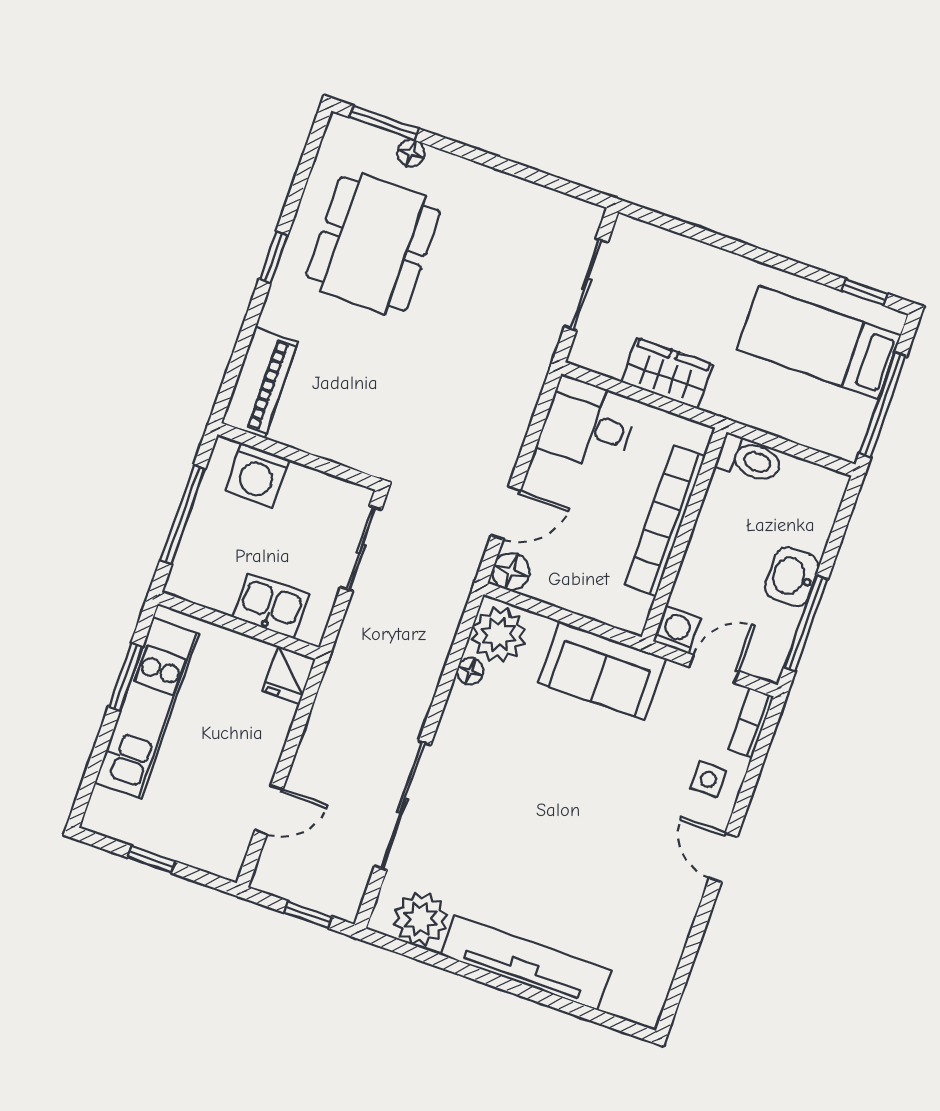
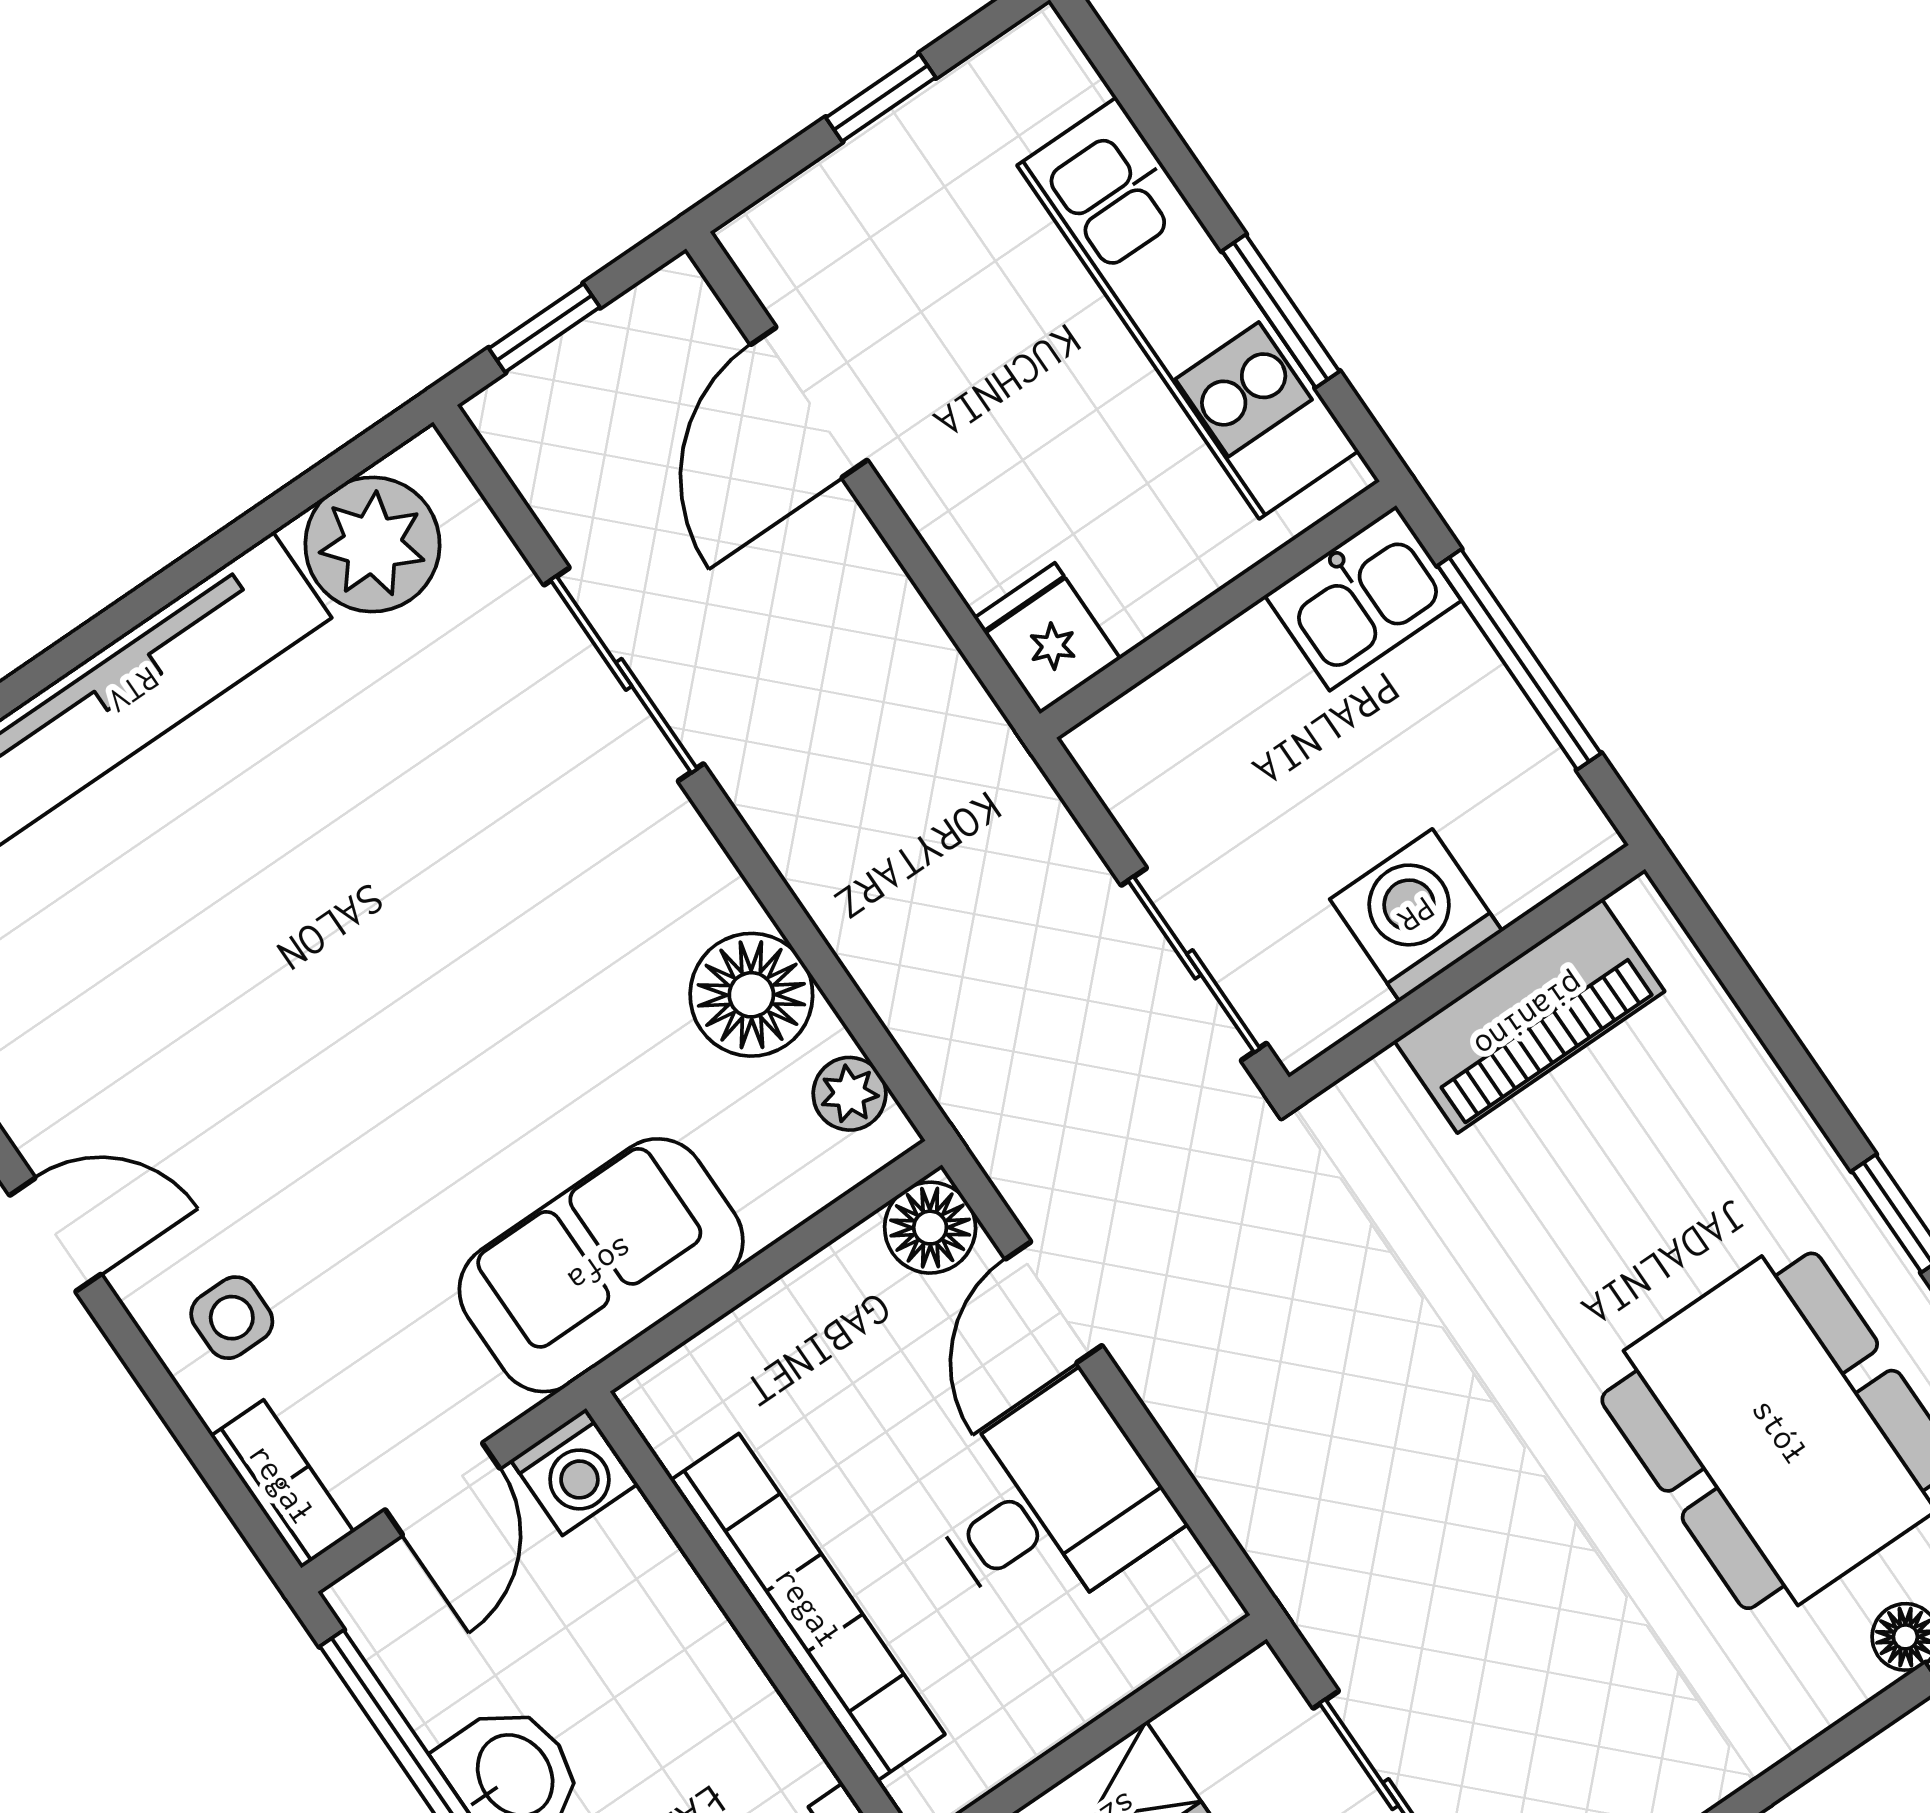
piano: (260, 383) -> (1529, 1016), moved, turned -90
desk: (588, 424) -> (1049, 1504), moved
washing machine: (257, 475) -> (1416, 915), moved
kitchen sink: (271, 606) -> (1363, 598), moved
plant: (499, 635) -> (850, 1094), width x0.53, depth x0.53
floor lamp: (470, 671) -> (751, 995), width x1.89, depth x1.89
sliding door: (403, 805) -> (624, 674), width x0.73
door: (269, 810) -> (809, 402), width x1.38

